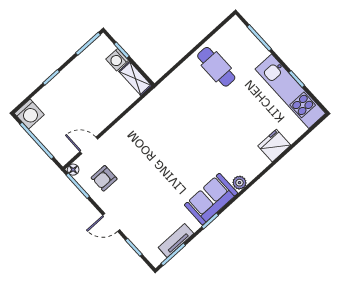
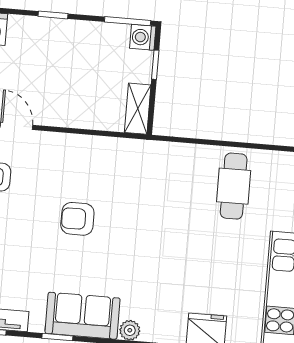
washing machine: (117, 60) -> (143, 37), moved
armchair: (162, 158) -> (77, 219), added

